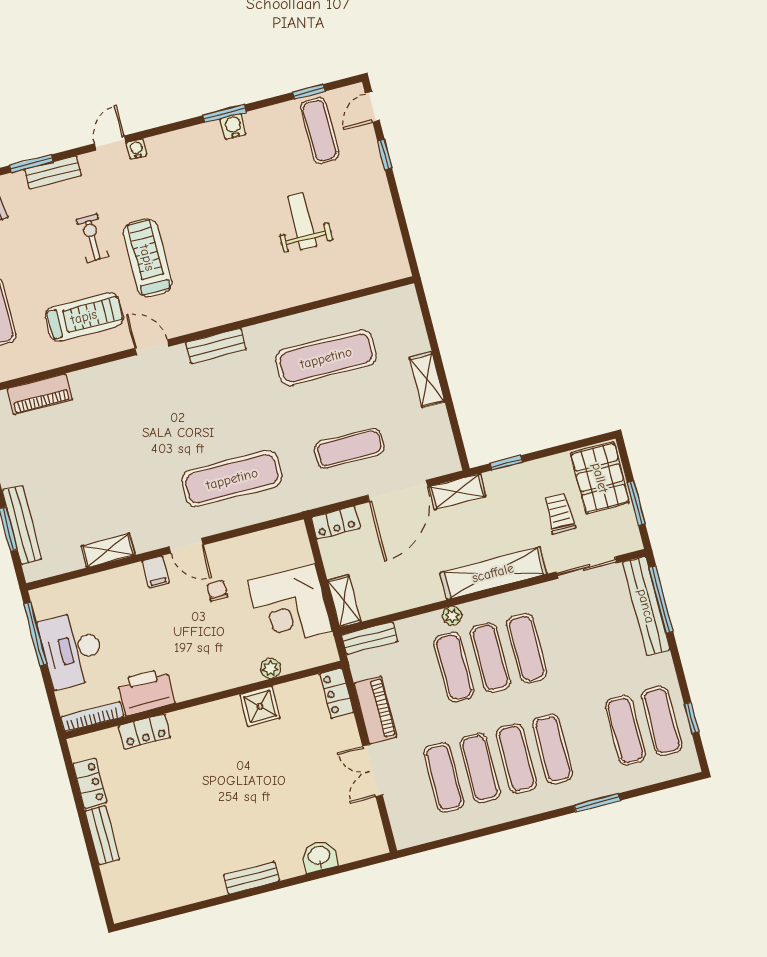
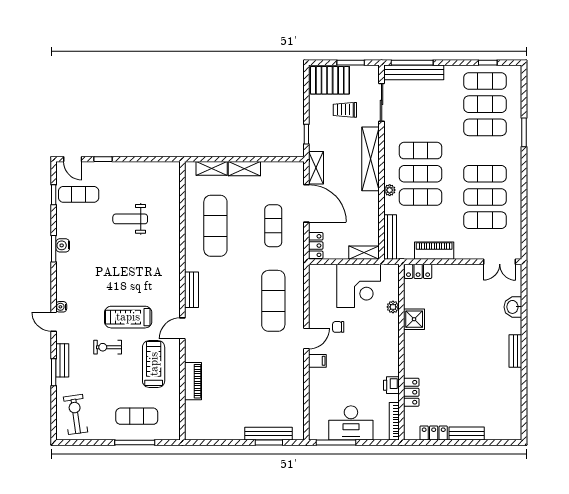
piano: (40, 394) -> (193, 381), moved
shelving: (108, 550) -> (212, 168), moved, turned 90
bench: (370, 638) -> (390, 237), width x1.36
printer: (146, 692) -> (391, 385), width x0.53, depth x0.68
exercise mat: (553, 749) -> (485, 127), moved
double door: (373, 771) -> (500, 262), moved

